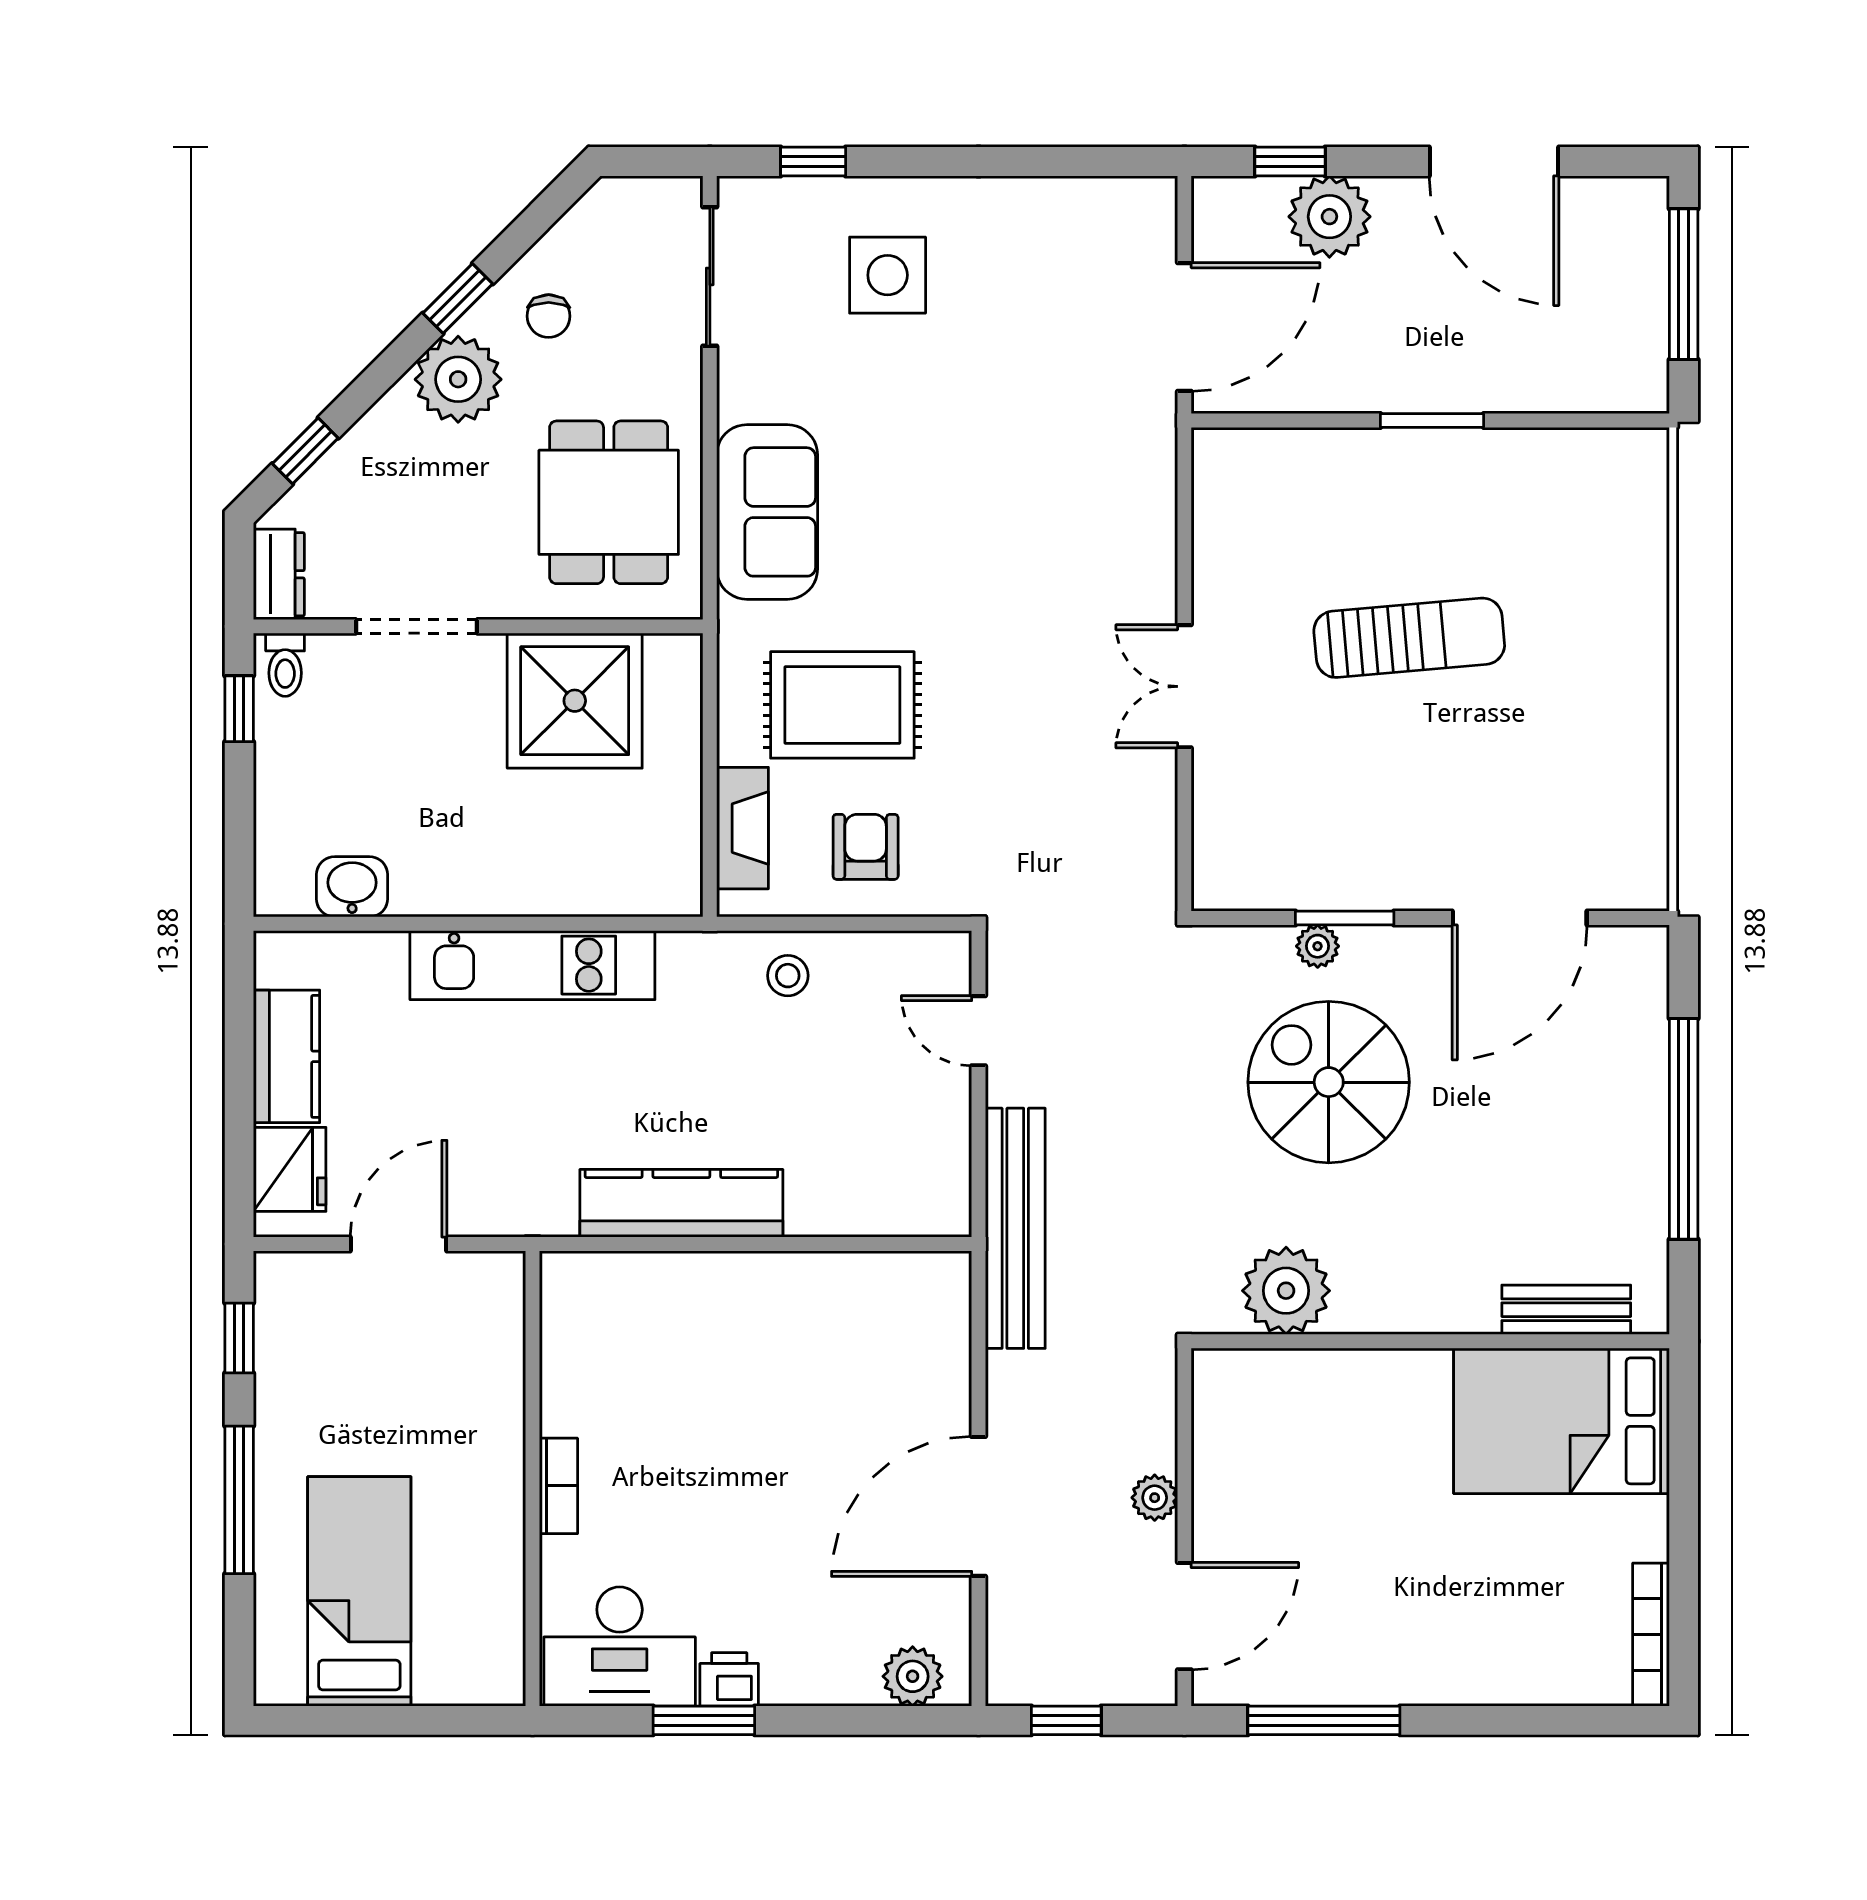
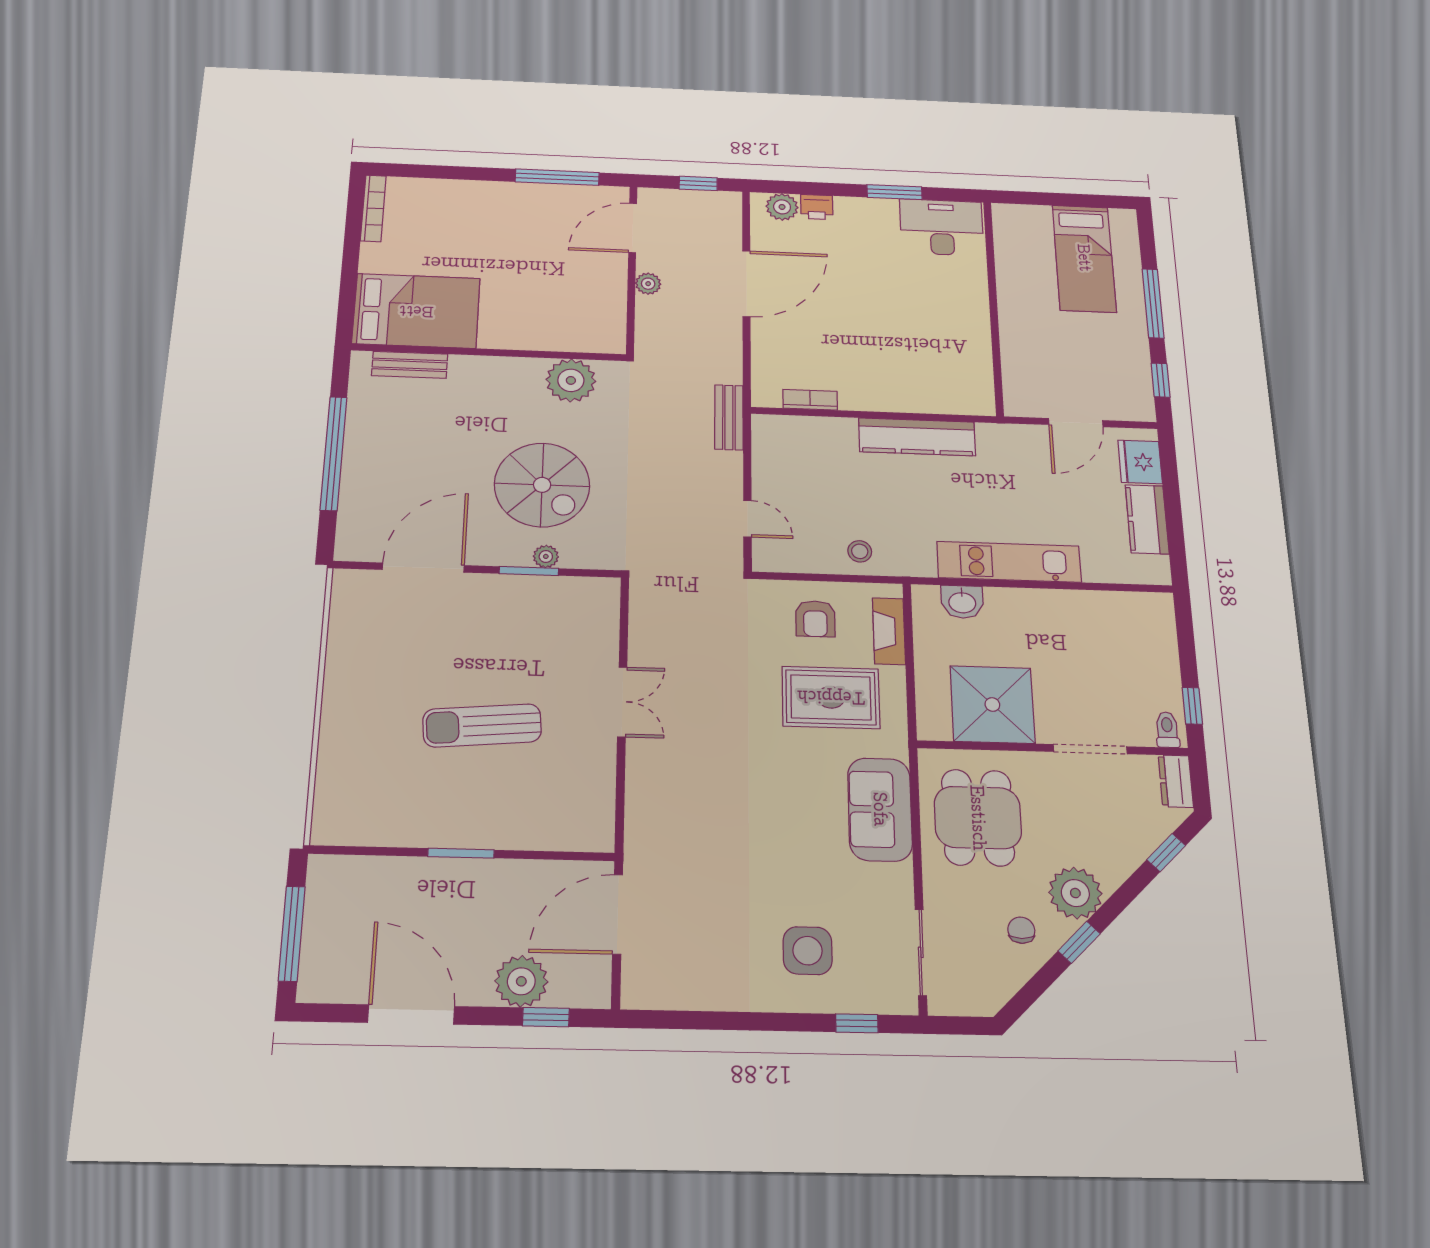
washbasin: (352, 887) -> (962, 602), moved
bench: (1015, 1228) -> (729, 417), width x0.54, depth x0.82
bookcase: (558, 1486) -> (810, 400), moved, turned 90
printer: (729, 1679) -> (817, 207), moved

